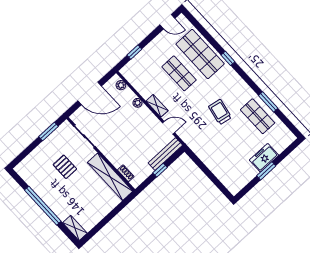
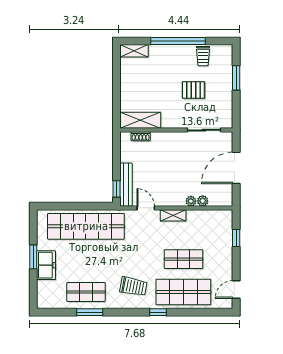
plant: (121, 85) -> (203, 201), moved
trolley: (220, 112) -> (133, 286), moved
door: (169, 128) -> (146, 208), swing flipped
window: (48, 131) -> (236, 78), moved
shop shelf: (216, 155) -> (86, 226), added
window: (160, 170) -> (117, 189), moved
shelving: (110, 177) -> (140, 120), width x0.68
trolley: (38, 181) -> (203, 56), added

